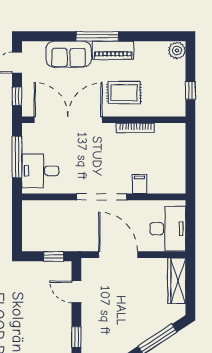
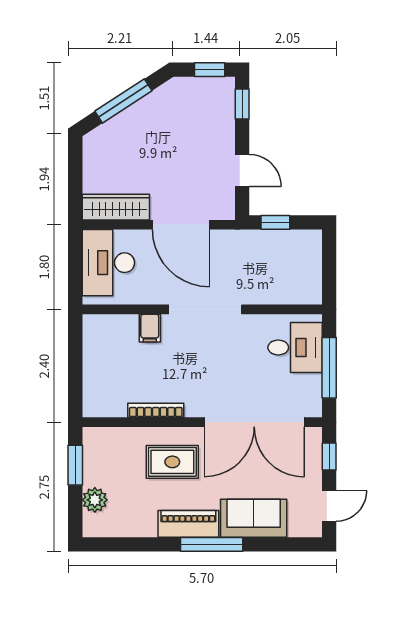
plant: (177, 50) -> (95, 500), moved
window: (190, 90) -> (75, 465), width x1.50
wardrobe: (177, 281) -> (116, 207), moved, turned -90

